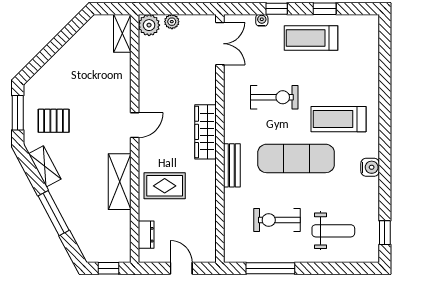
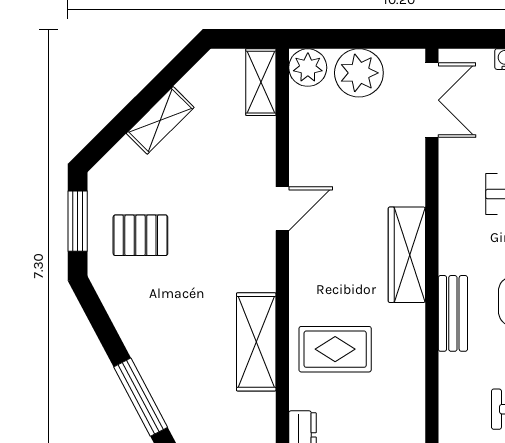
plant: (172, 22) -> (359, 73), width x1.88, depth x1.88
door: (135, 125) -> (282, 209), moved
shelving: (45, 166) -> (160, 120), moved, turned 73

